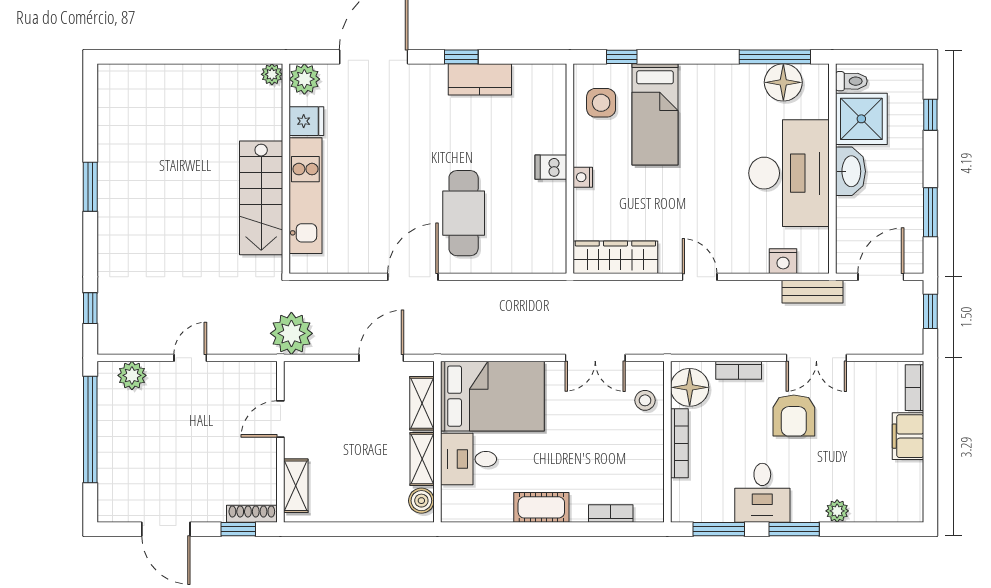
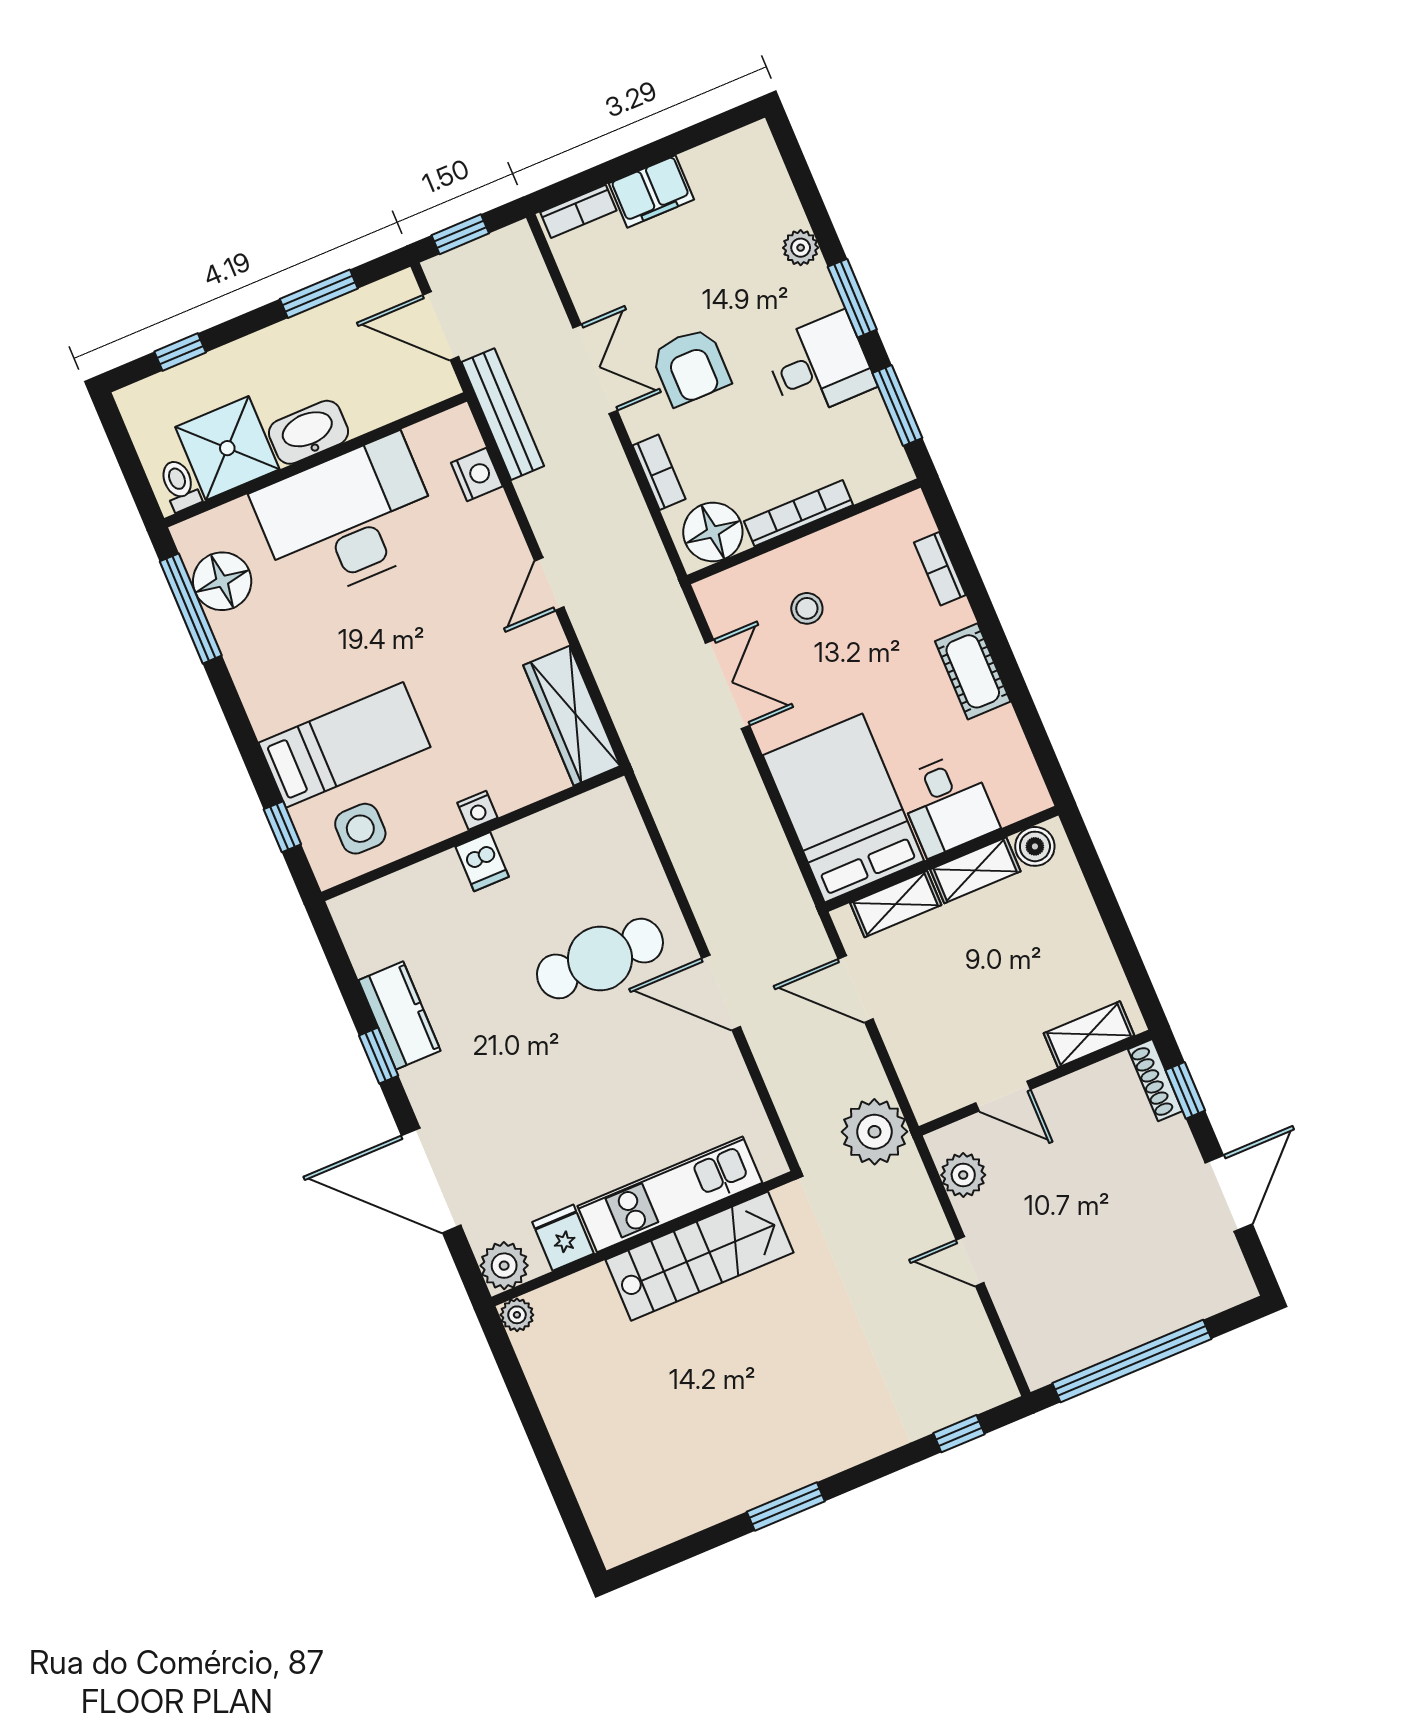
bench: (813, 292) -> (503, 414), width x1.36
plant: (132, 375) -> (963, 1175), moved
stool: (645, 400) -> (807, 608), moved
armchair: (794, 416) -> (691, 367), turned 90

